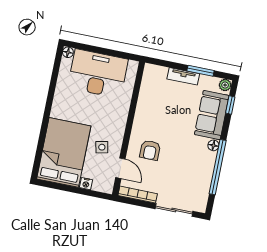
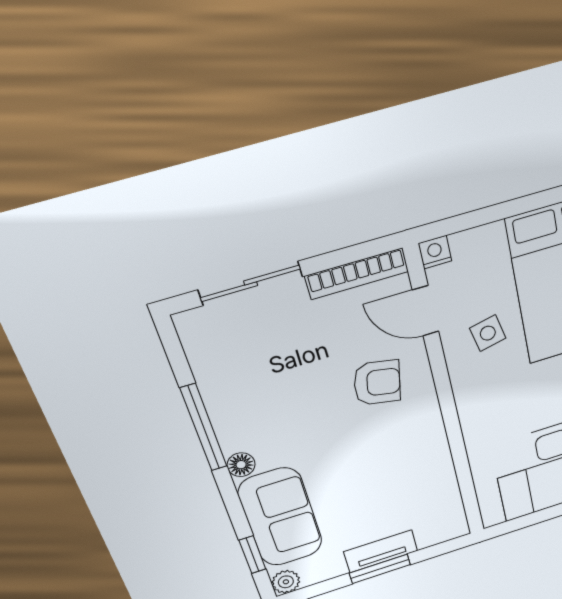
window: (201, 71) -> (380, 569), moved
armchair: (150, 150) -> (377, 383), turned 101
window: (218, 167) -> (204, 428), width x0.68
nightstand: (86, 184) -> (435, 252), moved

